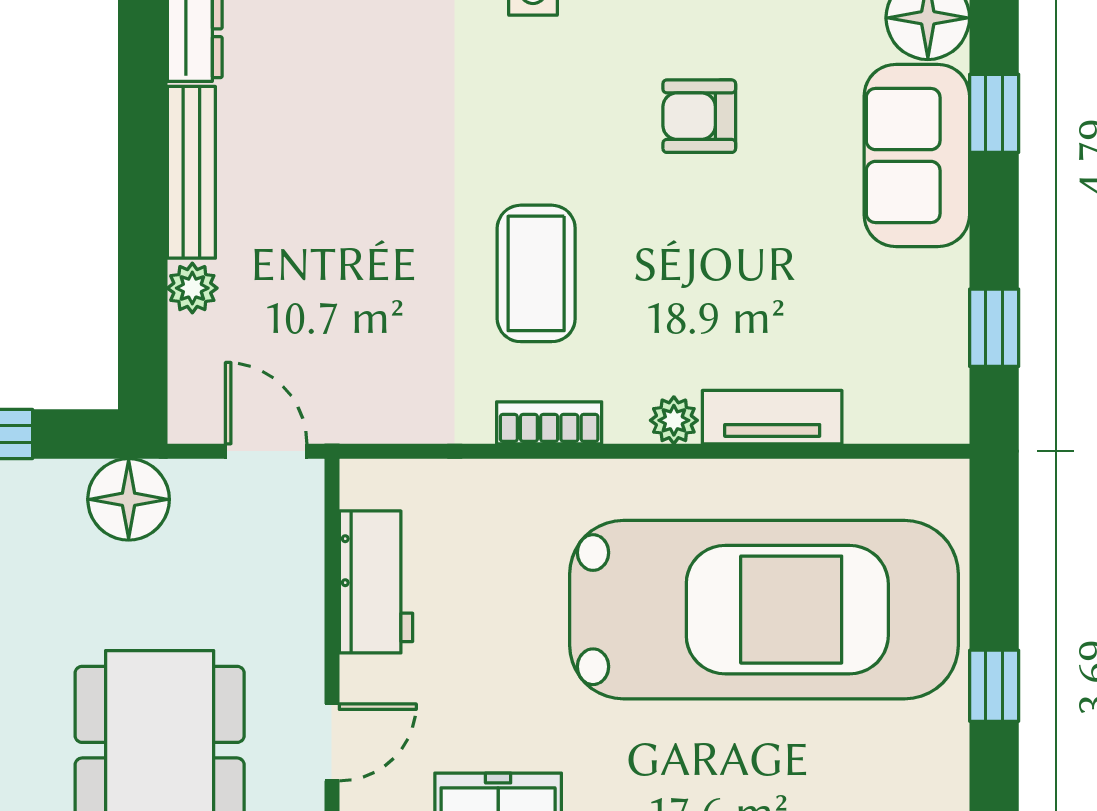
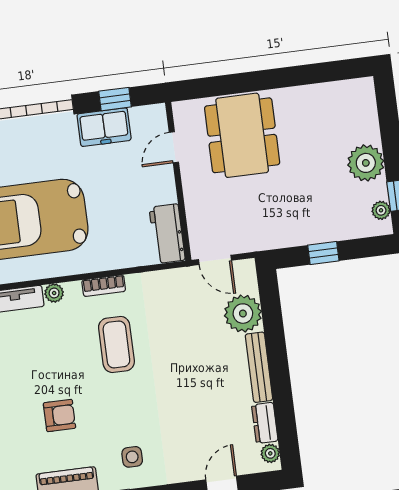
plant: (192, 288) -> (243, 314), width x1.87, depth x1.87
floor lamp: (129, 499) -> (267, 234), removed
workbench: (376, 582) -> (167, 234), moved

